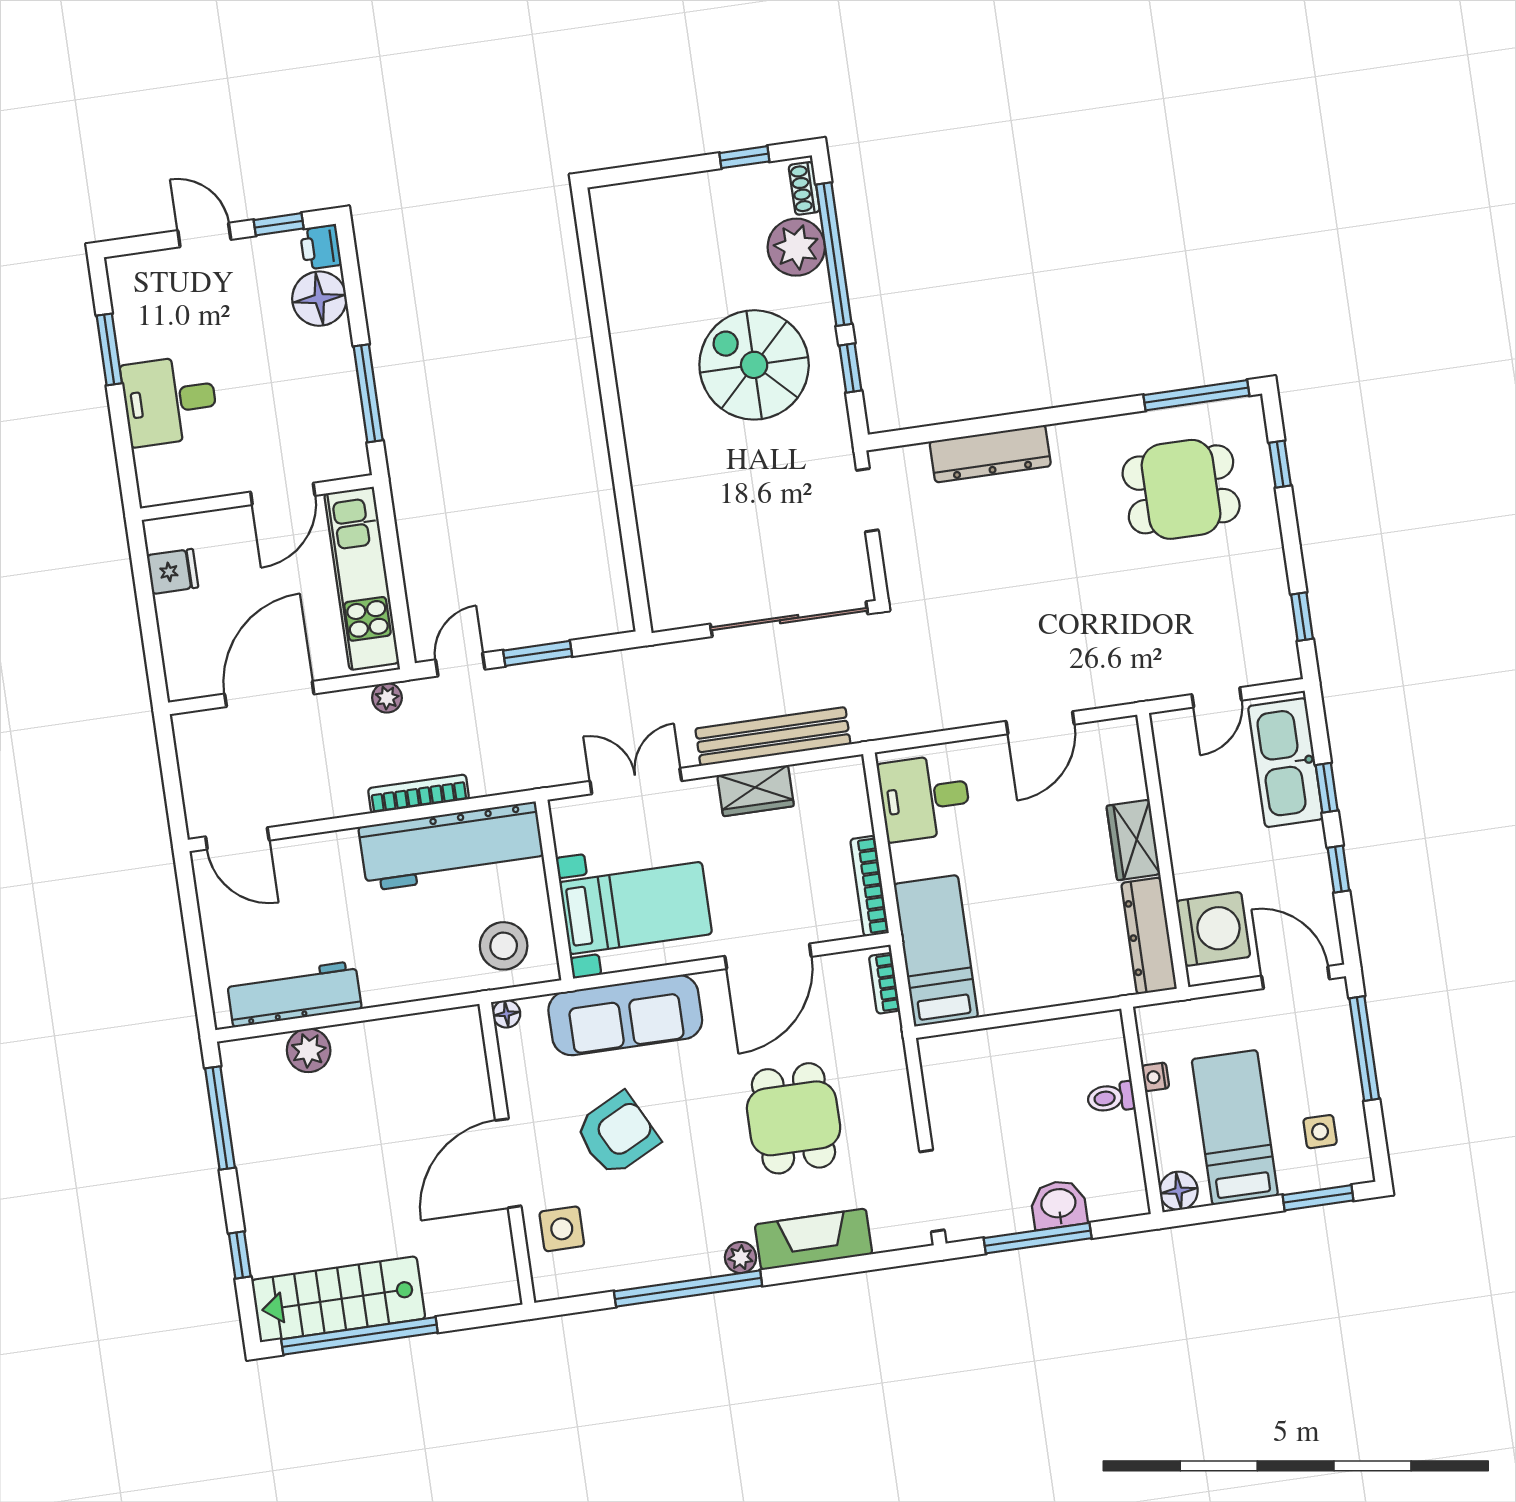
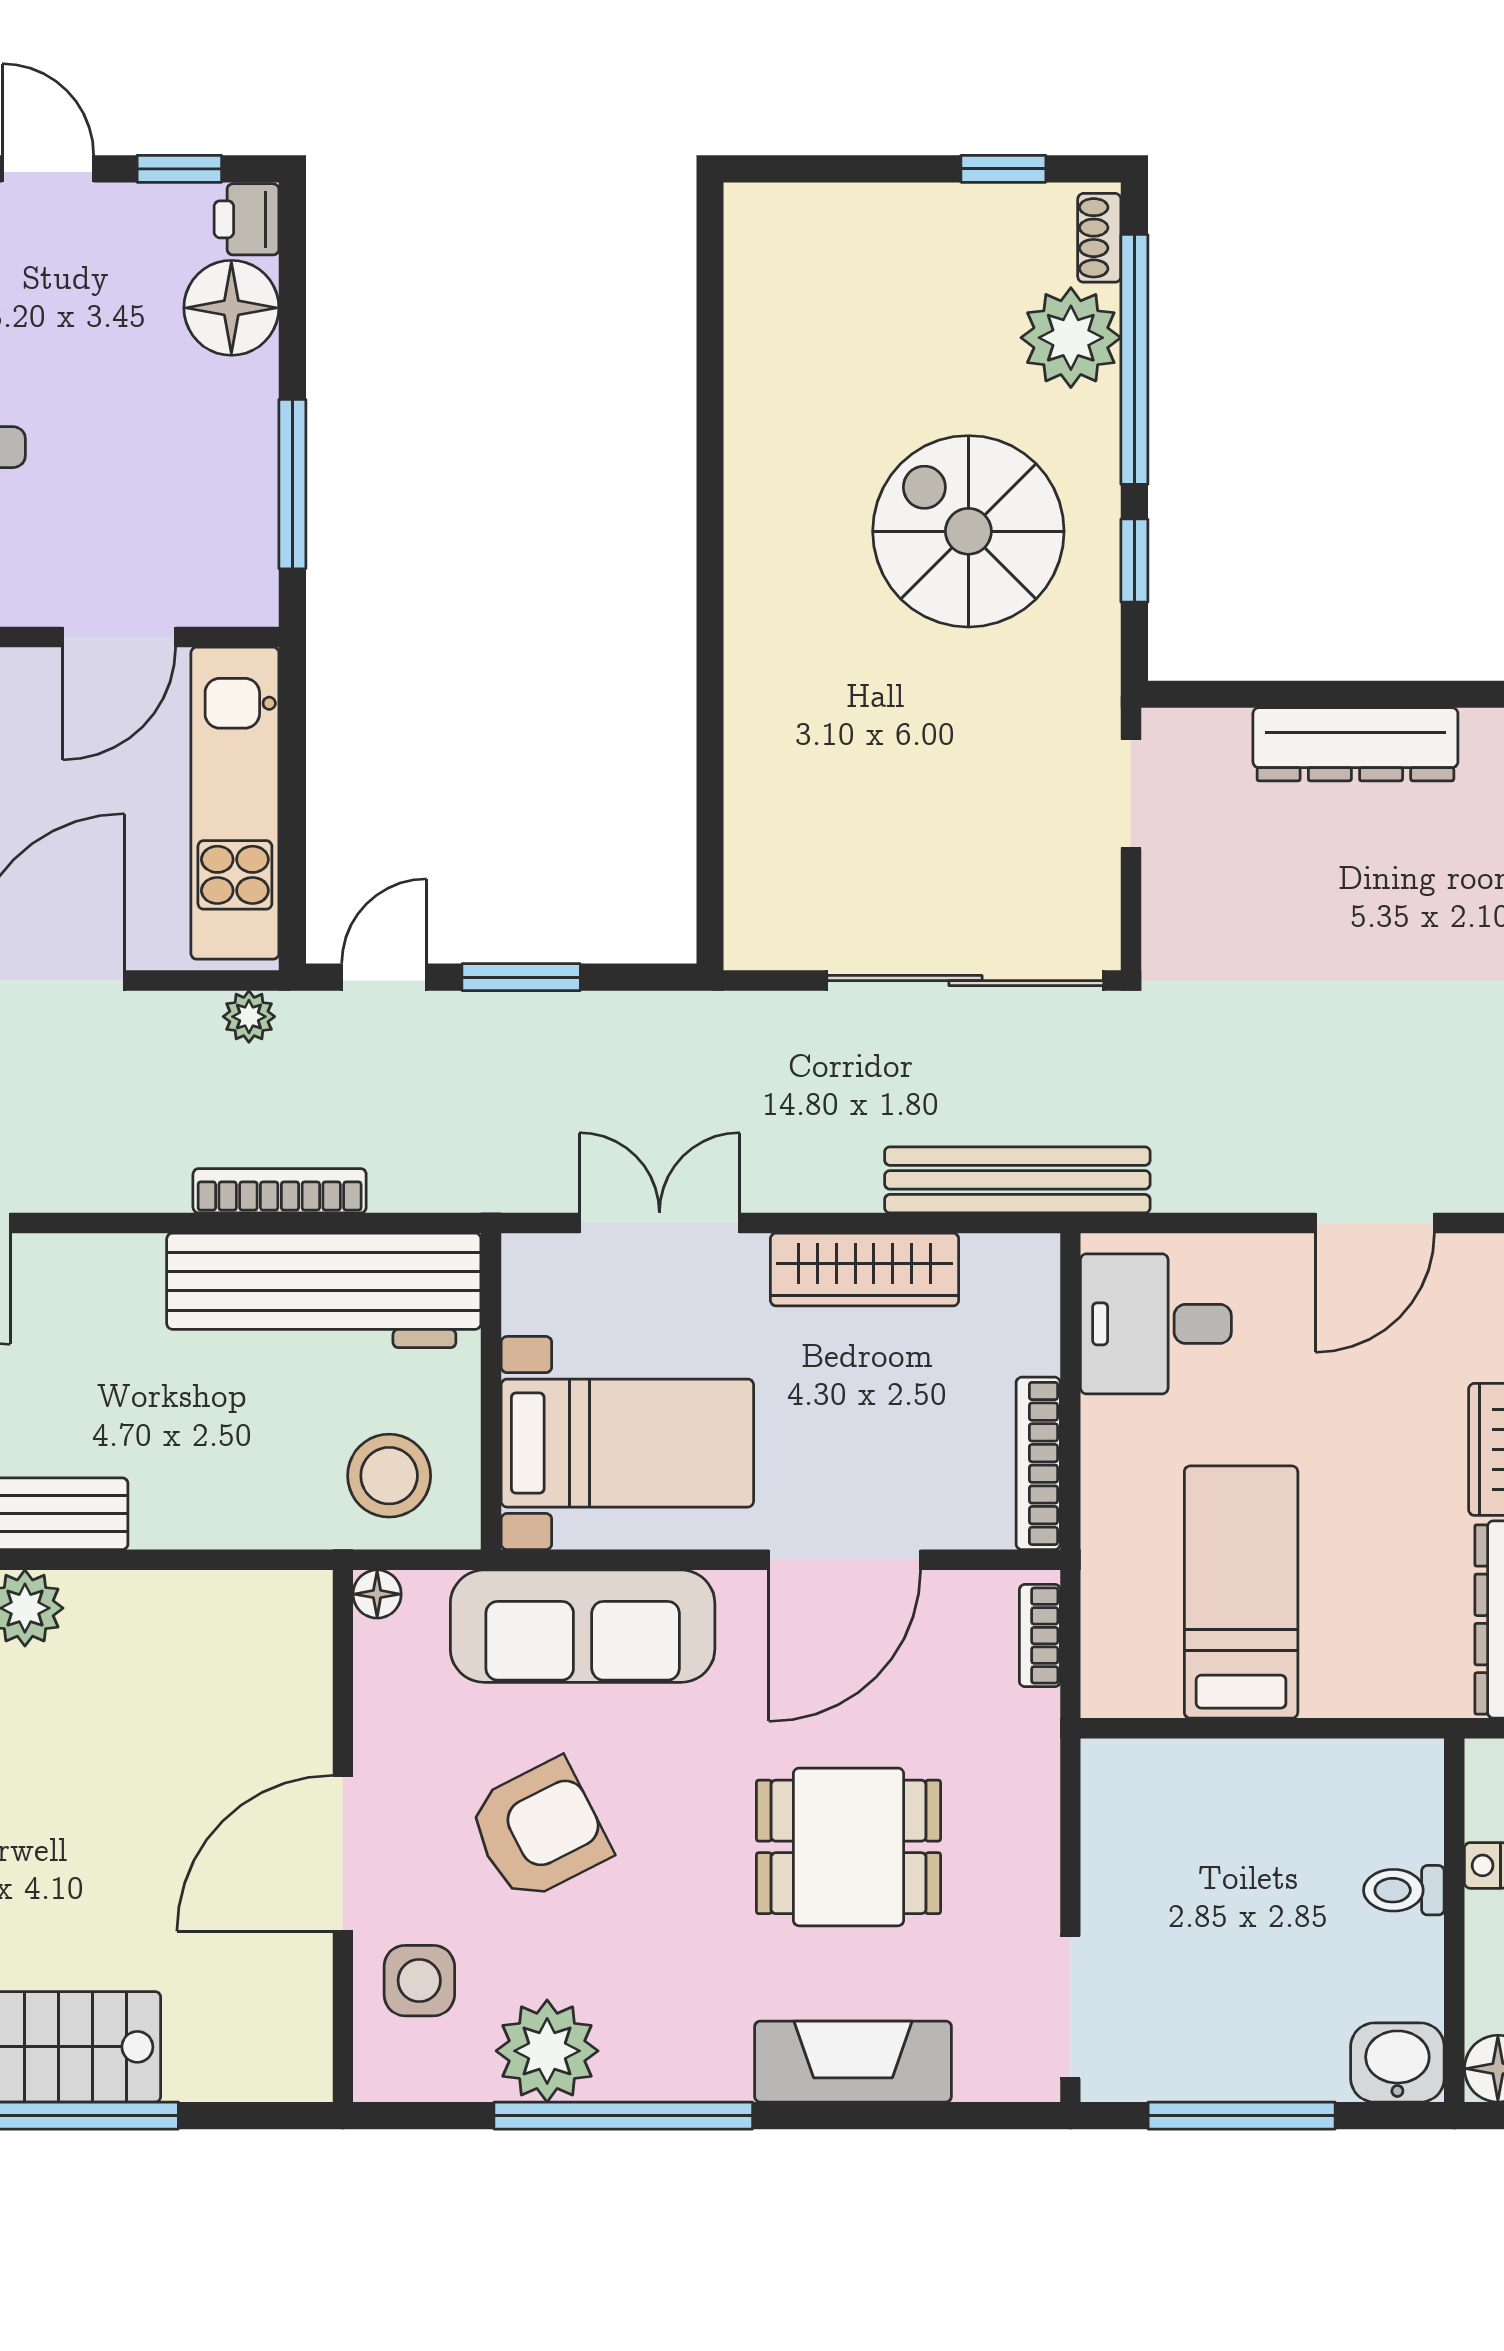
bench: (773, 736) -> (1017, 1180), moved
wardrobe: (756, 791) -> (865, 1270), width x1.50
bed: (936, 951) -> (1241, 1592), moved
dining table: (794, 1118) -> (849, 1847), turned 90
washbasin: (1059, 1205) -> (1397, 2062), moved
plant: (741, 1257) -> (547, 2051), moved, width x1.88, depth x1.88

